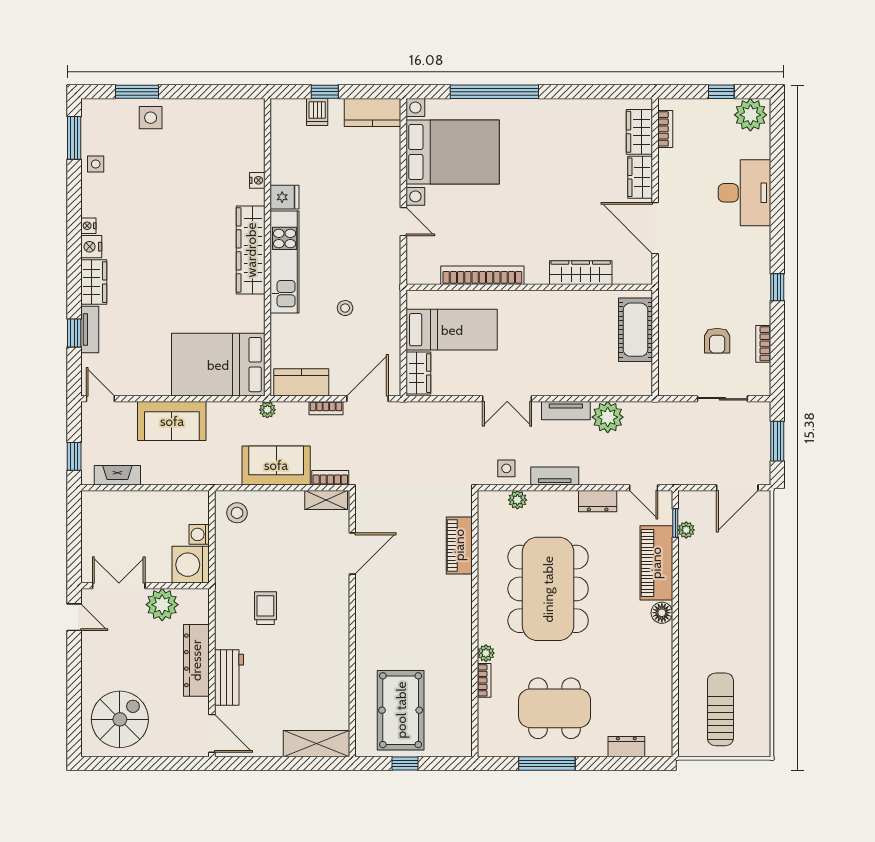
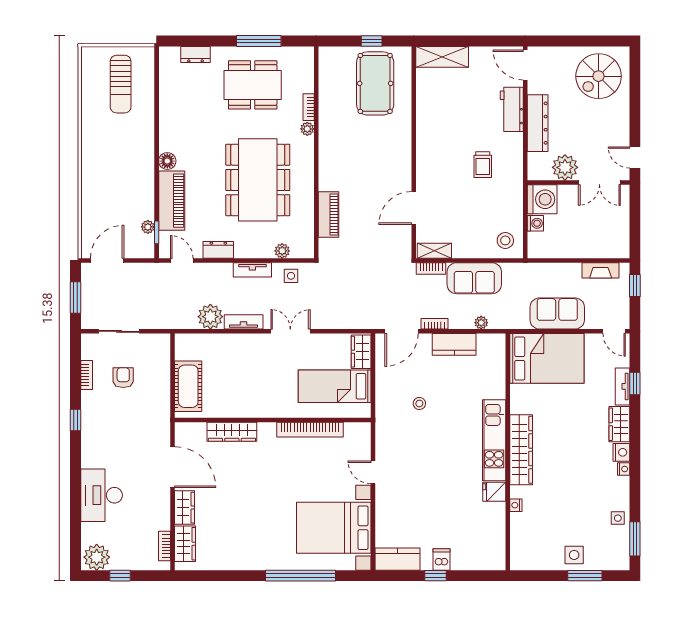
nightstand: (257, 180) -> (516, 505), moved
fridge: (284, 197) -> (494, 492), moved
wall: (268, 247) -> (508, 452), moved
wardrobe: (251, 250) -> (521, 450), moved
kitchen unit: (285, 262) -> (494, 440), moved
bed: (218, 365) -> (547, 358), moved

